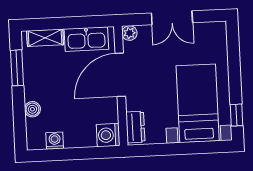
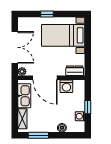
double door: (172, 18) -> (15, 47), width x1.37
window: (236, 115) -> (47, 14), moved
washing machine: (108, 135) -> (66, 86), moved
window: (72, 154) -> (88, 107), added

